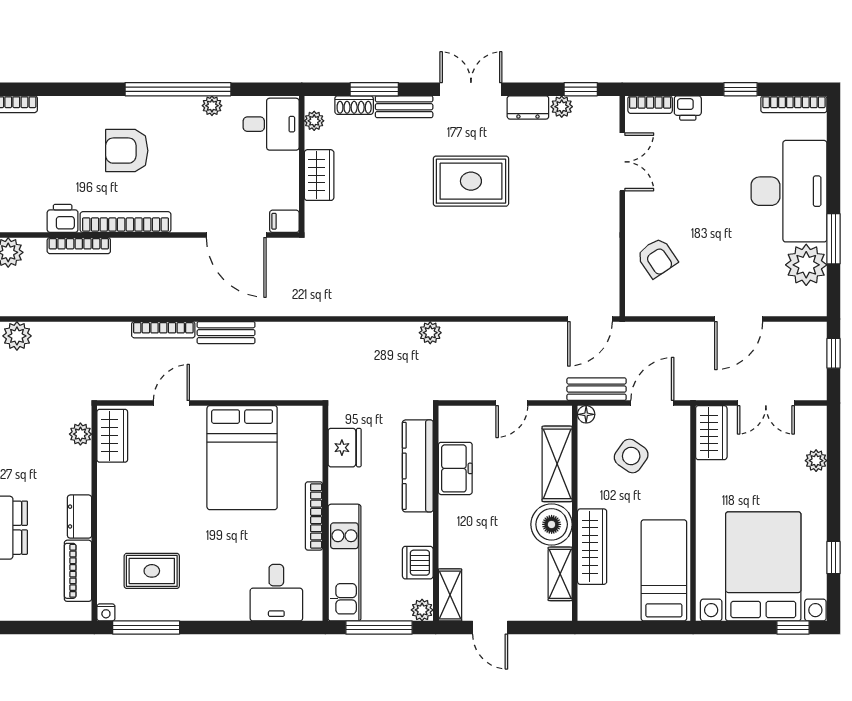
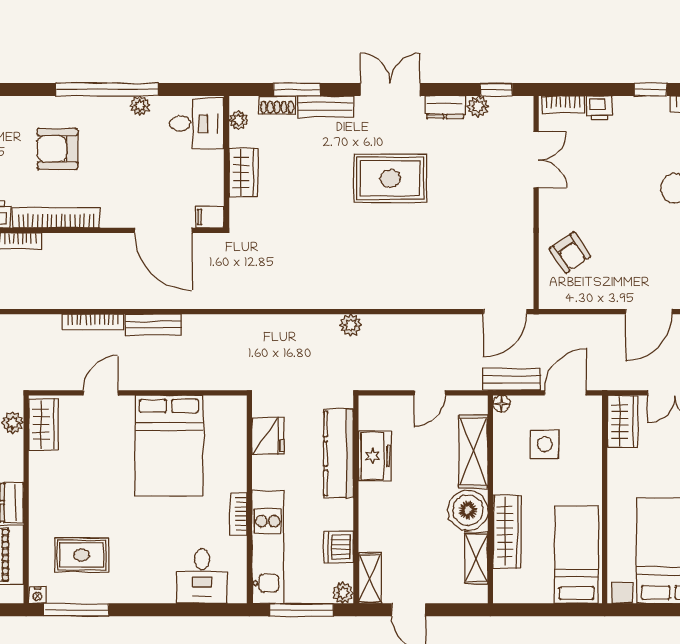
side table: (631, 456) -> (545, 444), turned -35
bookcase: (314, 516) -> (238, 514), width x0.64

